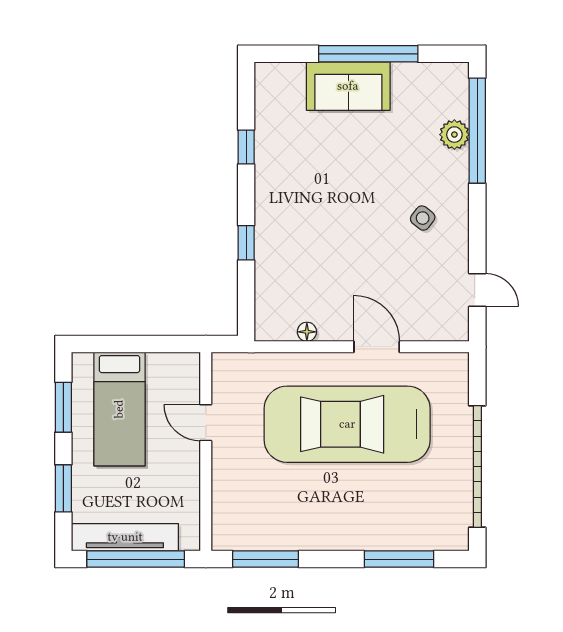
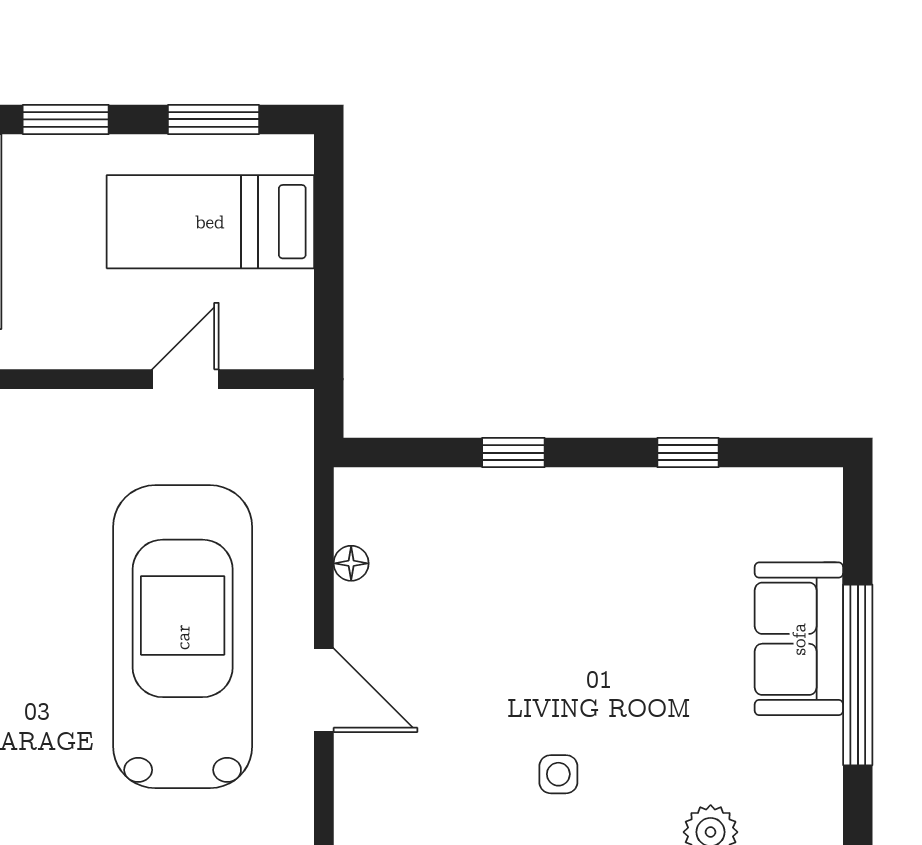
side table: (423, 218) -> (558, 774), turned -38
door: (377, 347) -> (324, 690), hinge flipped

